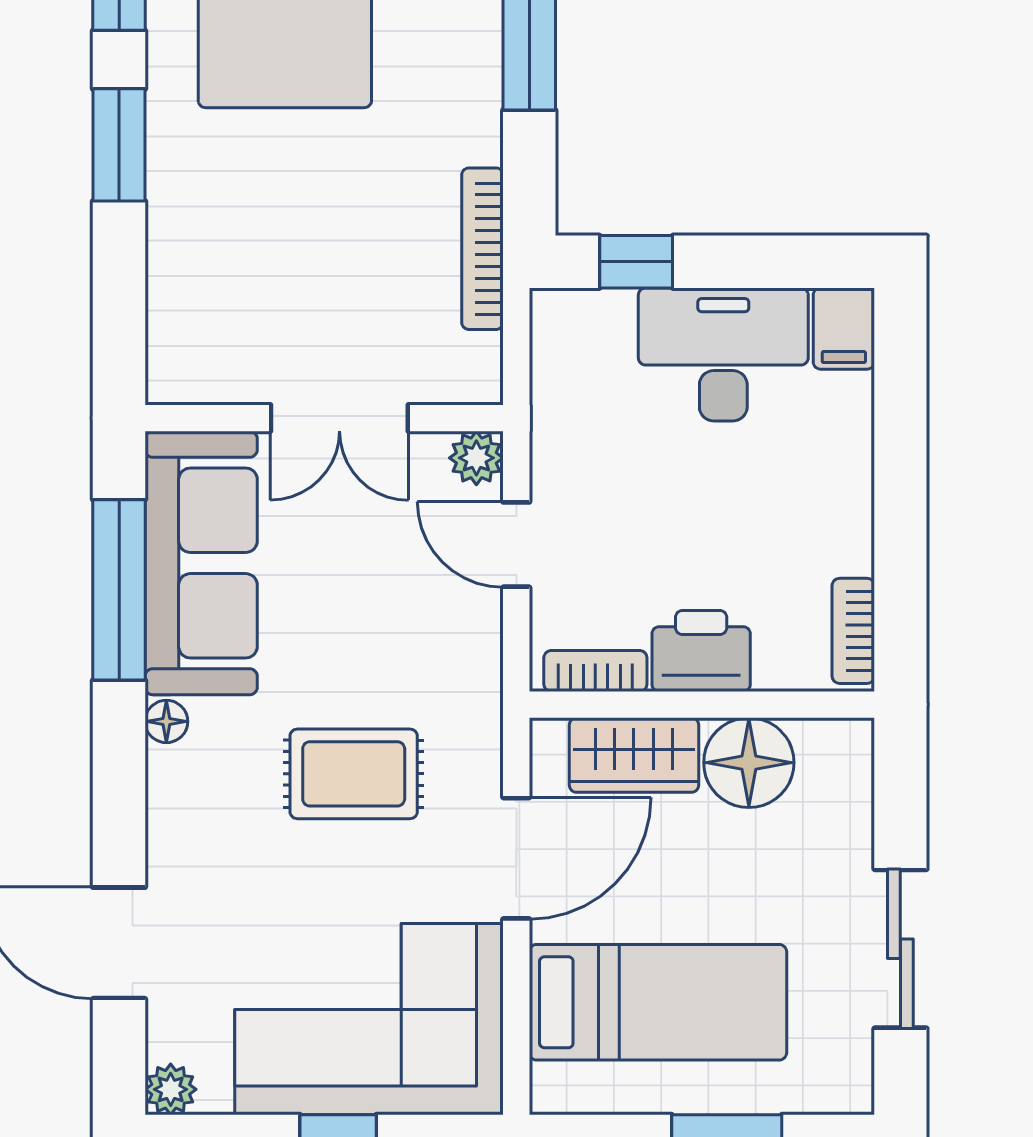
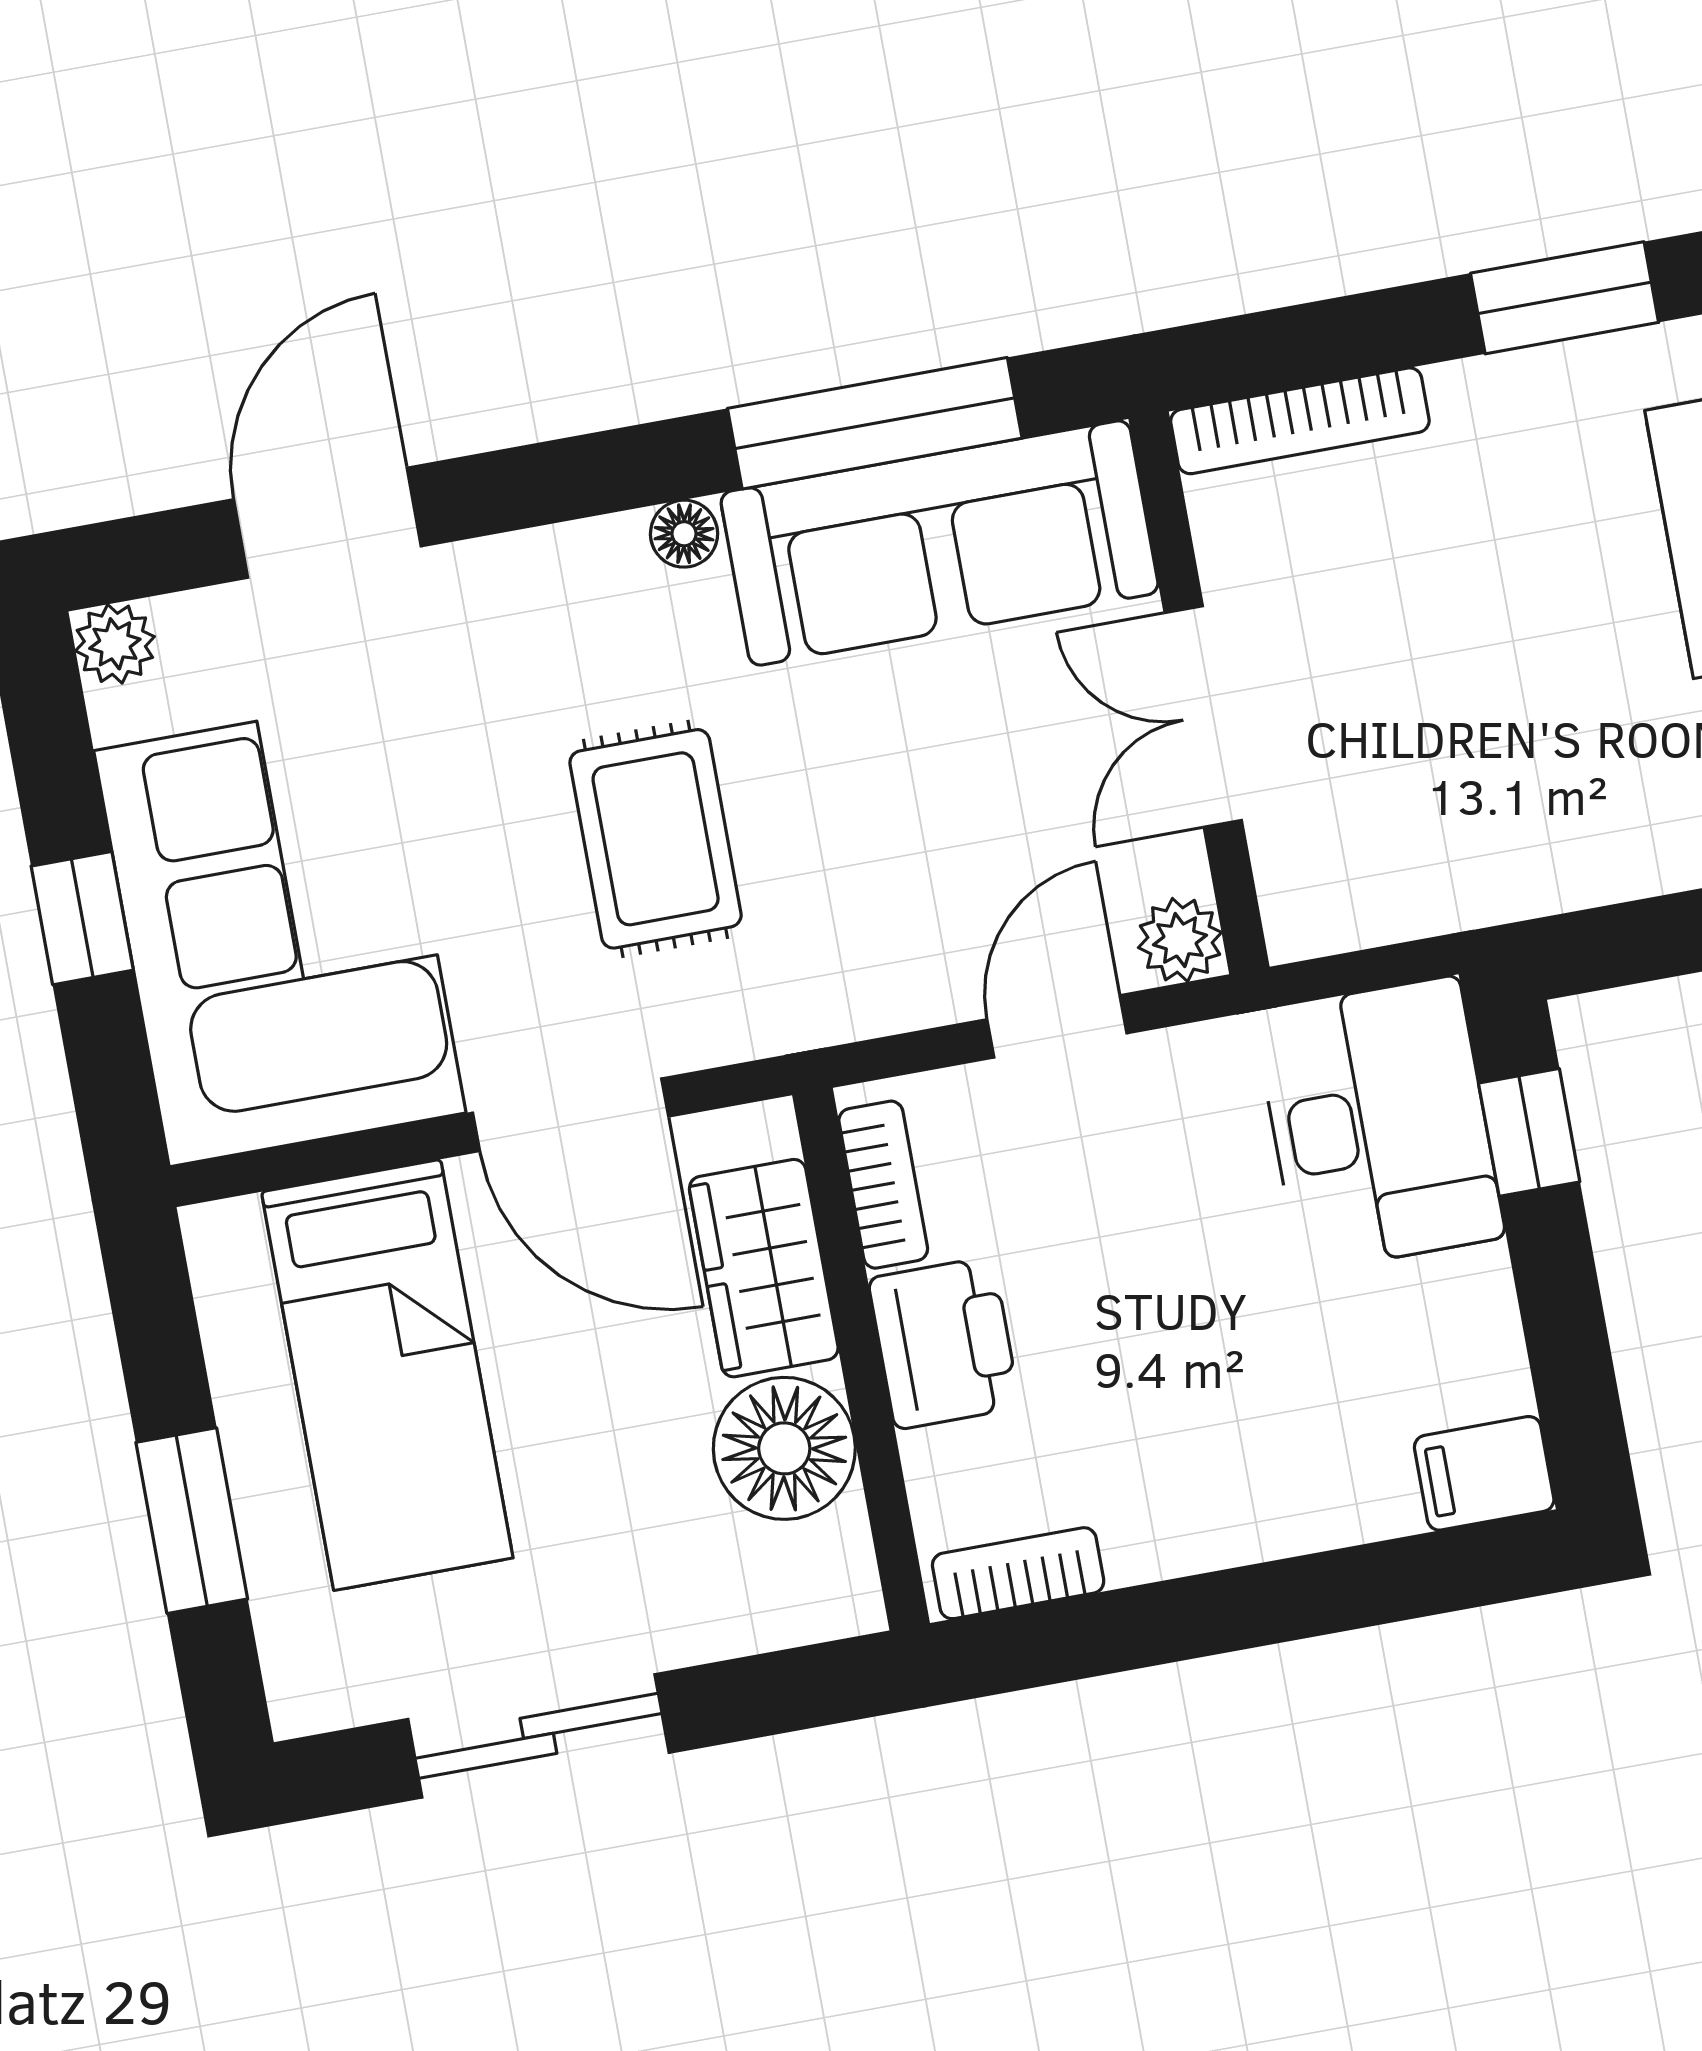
bookcase: (483, 249) -> (1300, 421), moved, turned 180
desk: (723, 354) -> (1379, 1124), moved

